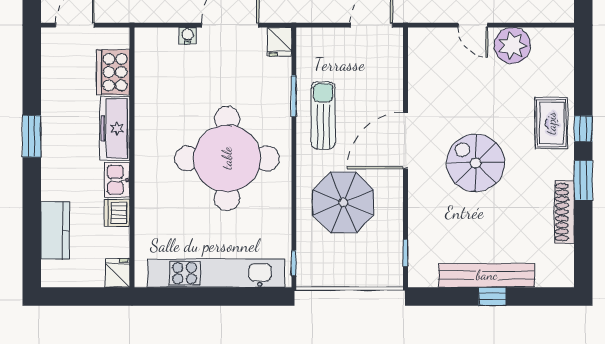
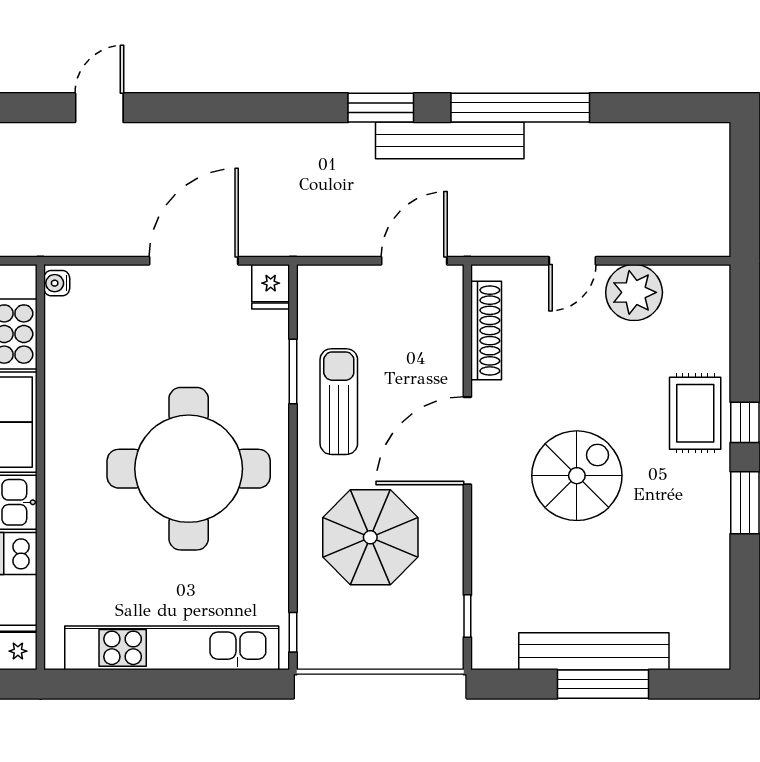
door: (473, 25) -> (572, 261), hinge flipped
water cooler: (188, 36) -> (57, 283), moved, turned -90
spiral stairs: (476, 163) -> (577, 476), turned 90
shoe rack: (564, 212) -> (486, 331), moved, turned 180
window: (492, 296) -> (603, 684), width x2.17

